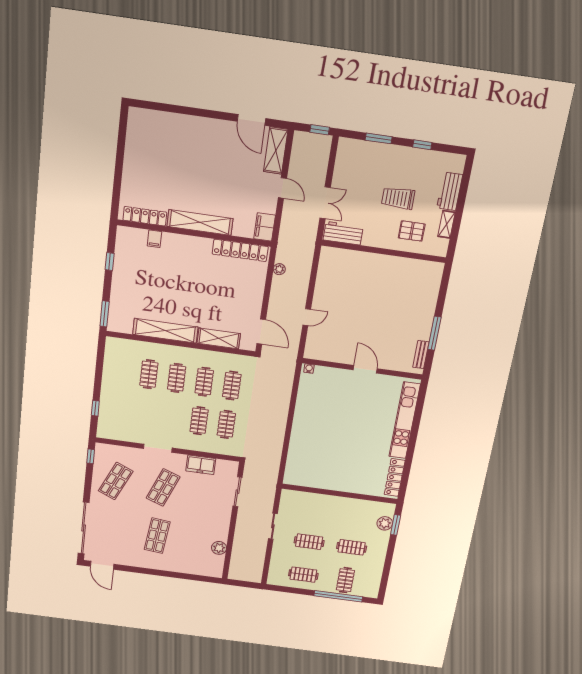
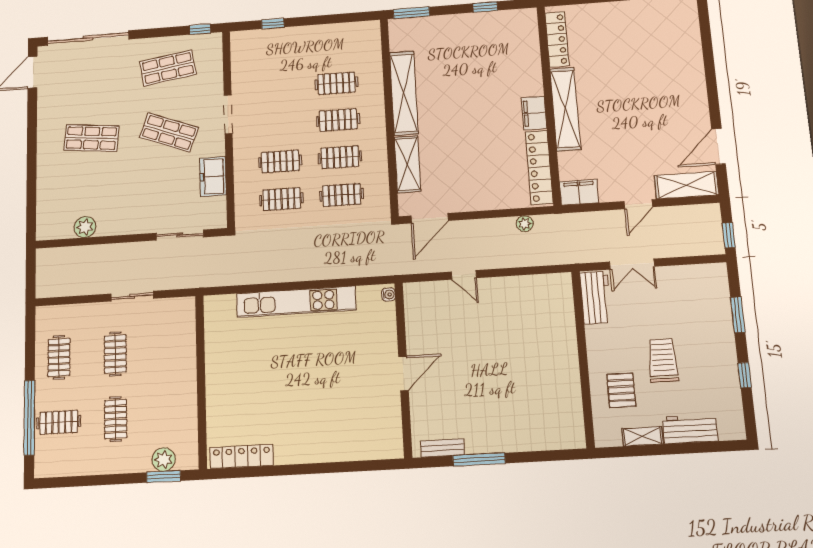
filing cabinet: (154, 239) -> (534, 113), moved, width x2.00
kitchen unit: (405, 421) -> (296, 302), moved, turned 180
shop shelf: (116, 481) -> (168, 68), turned -33

